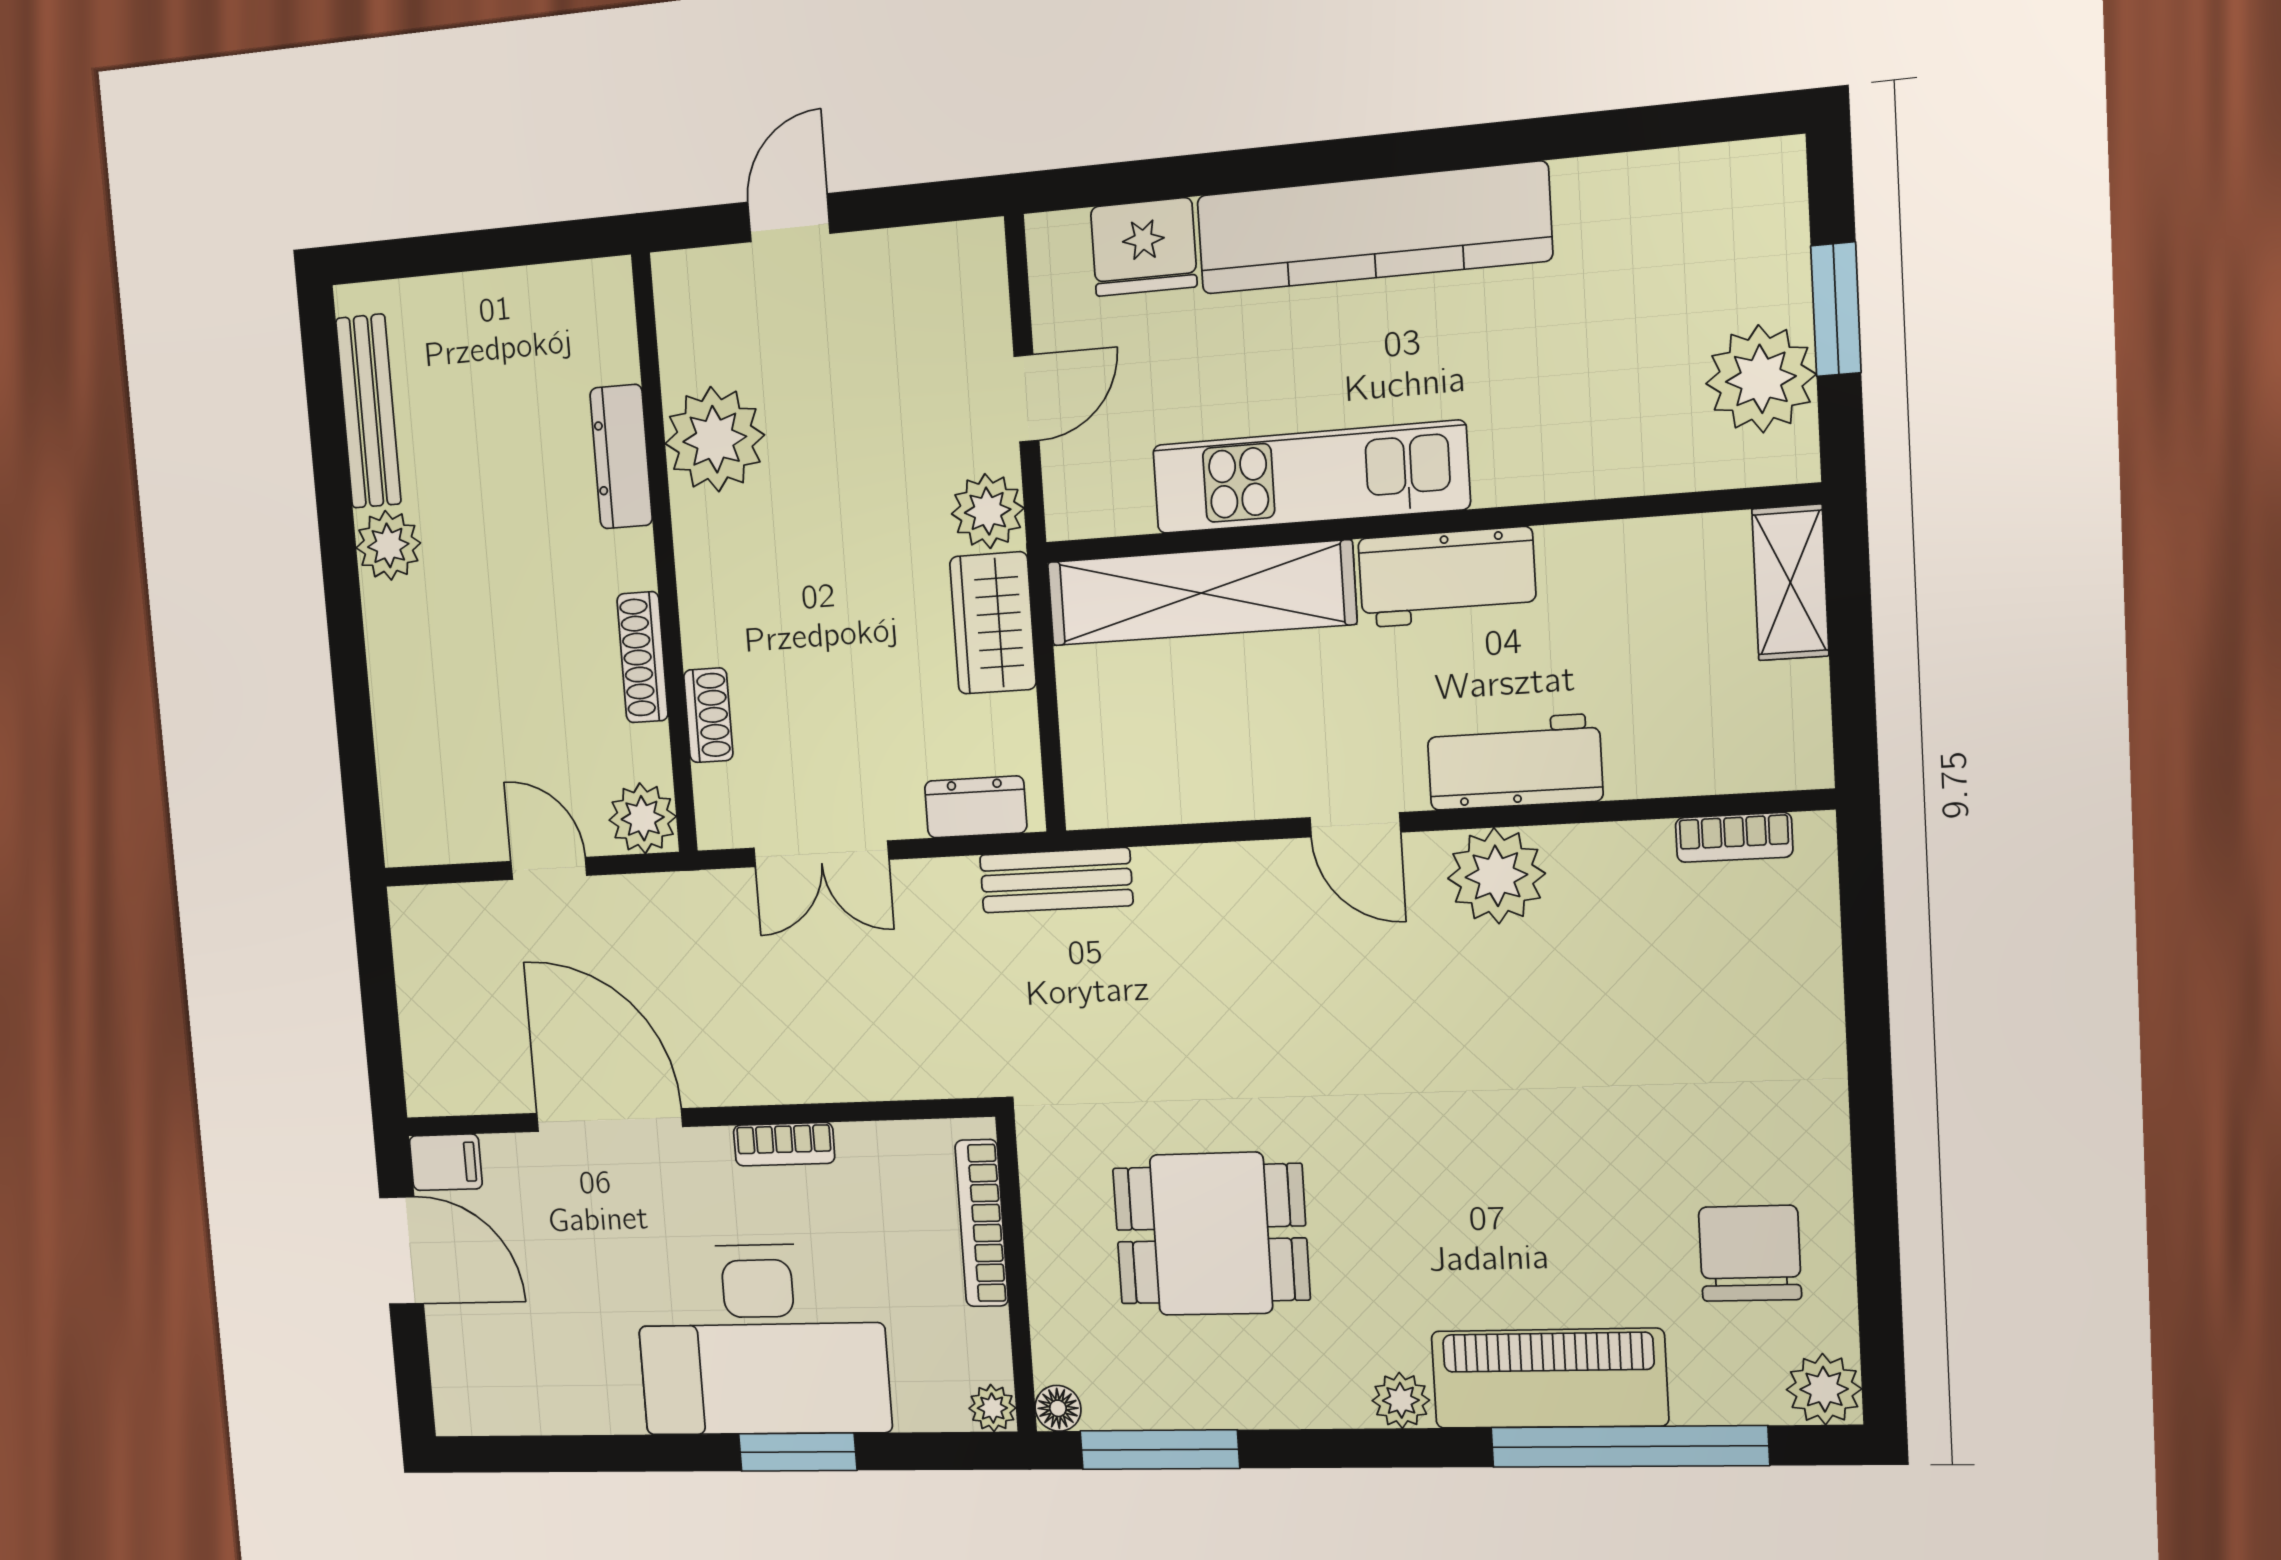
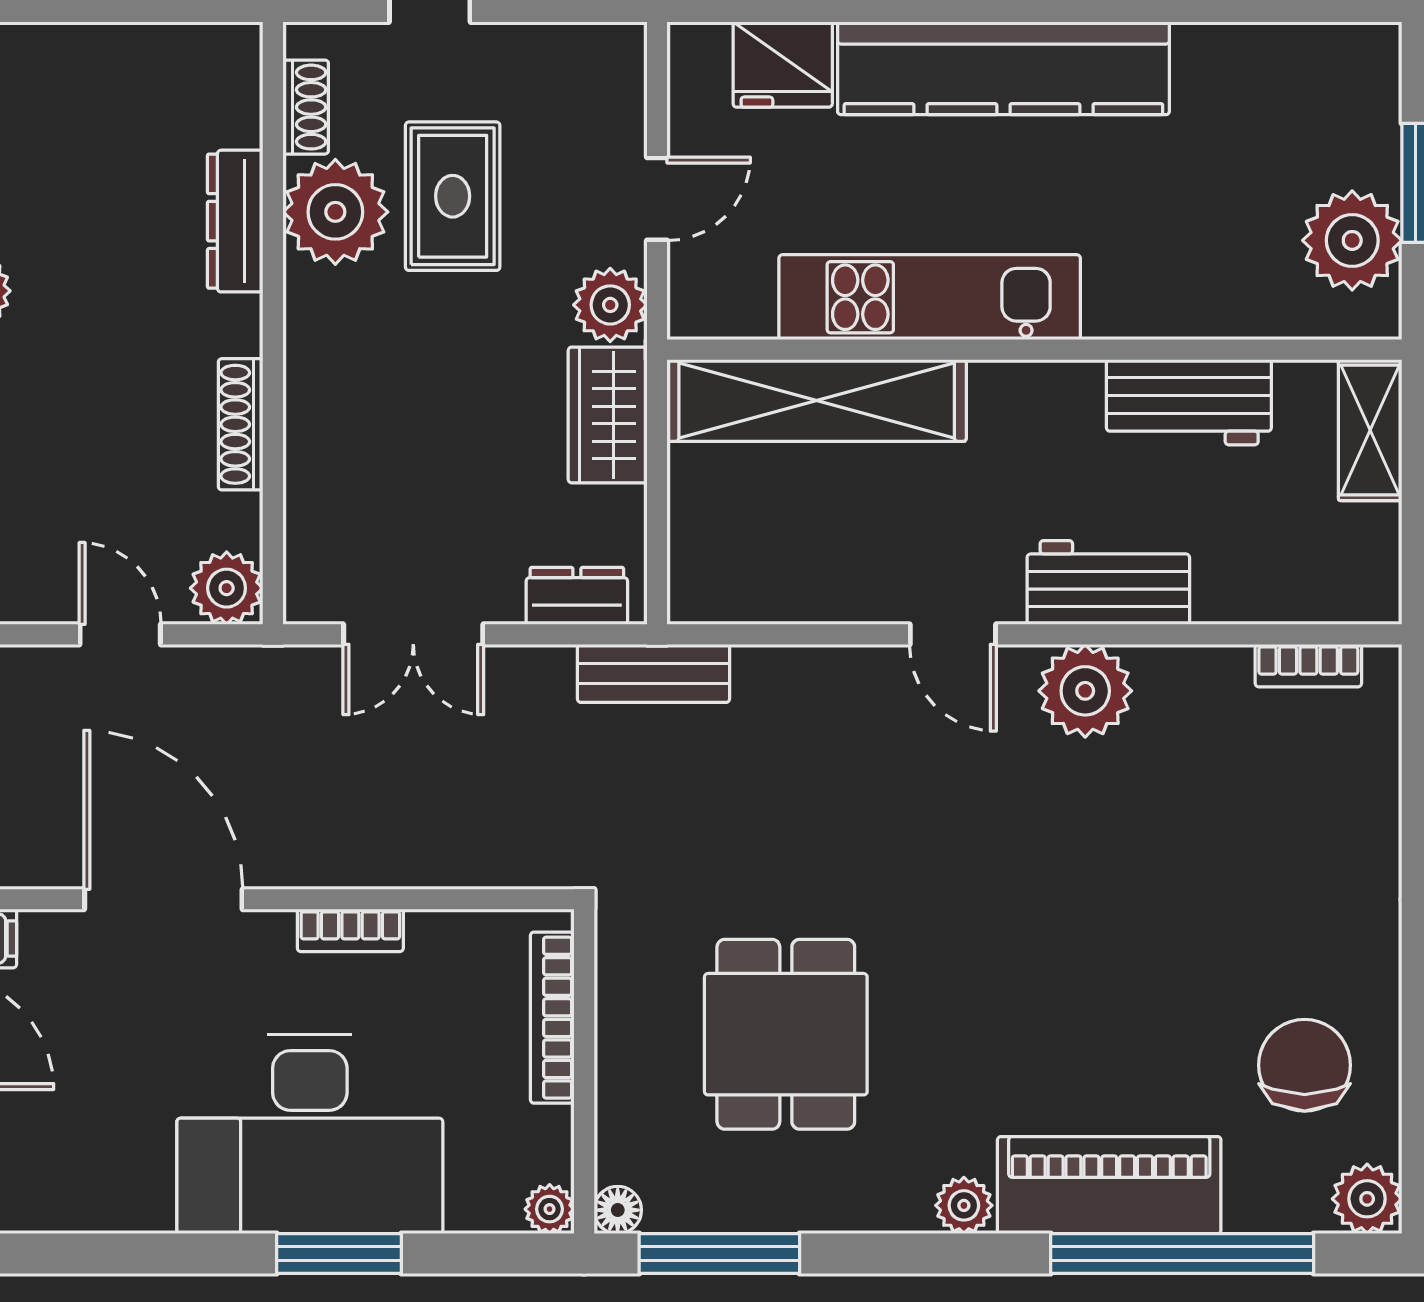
rug: (826, 414) -> (453, 196), added
workbench: (1447, 577) -> (1189, 402), moved
shoe rack: (708, 715) -> (306, 107), moved
dining table: (1211, 1234) -> (786, 1034), turned 90

